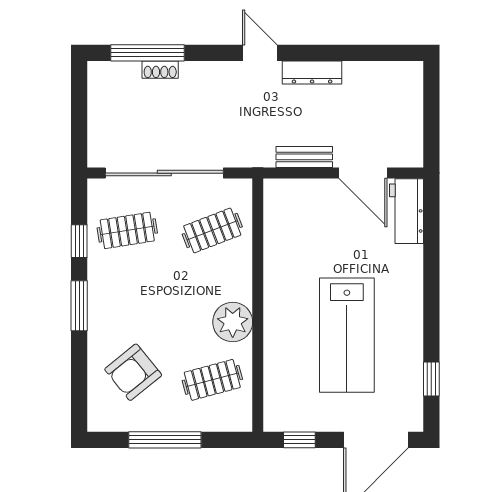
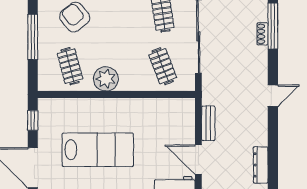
dresser: (312, 72) -> (261, 165), moved
door: (363, 173) -> (198, 160), hinge flipped
lab bench: (347, 335) -> (98, 150), turned 180

